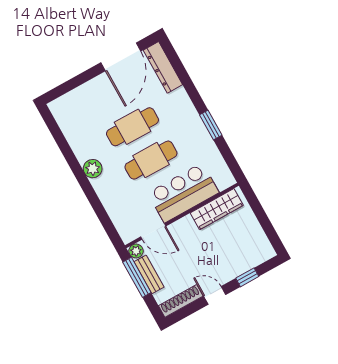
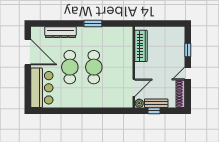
dresser: (163, 67) -> (61, 32), moved
plant: (93, 169) -> (81, 102), removed
bar counter: (183, 193) -> (42, 88), moved, turned 180
window: (137, 277) -> (154, 111), width x0.46

